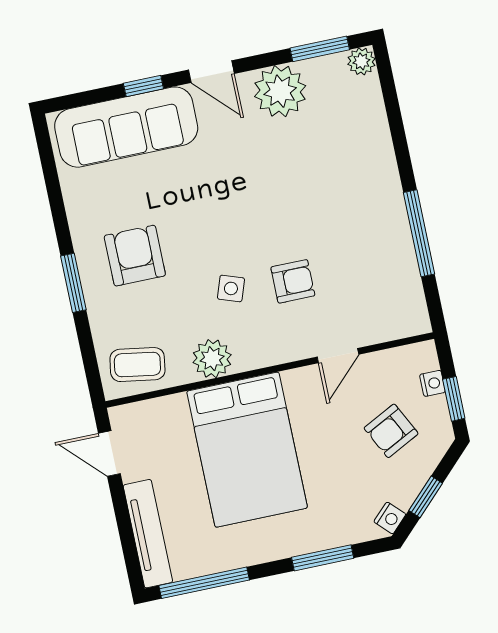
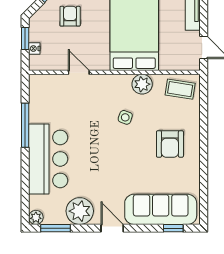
window: (143, 86) -> (173, 228), moved
bar counter: (361, 178) -> (48, 159), added
armchair: (293, 281) -> (93, 114), removed
window: (73, 283) -> (204, 137), removed
door: (338, 356) -> (79, 72), hinge flipped
armchair: (391, 431) -> (70, 16), moved, turned -63

